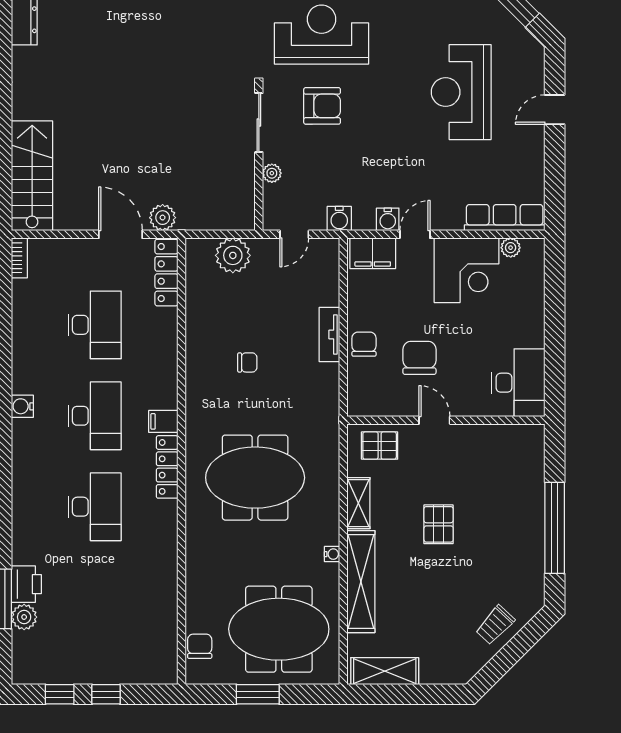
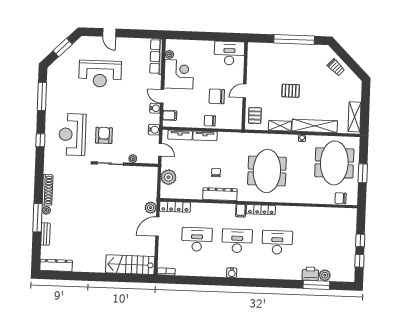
filing cabinet: (373, 253) -> (170, 115), width x0.50
tv unit: (329, 278) -> (180, 135), added
dresser: (199, 373) -> (220, 194), added

